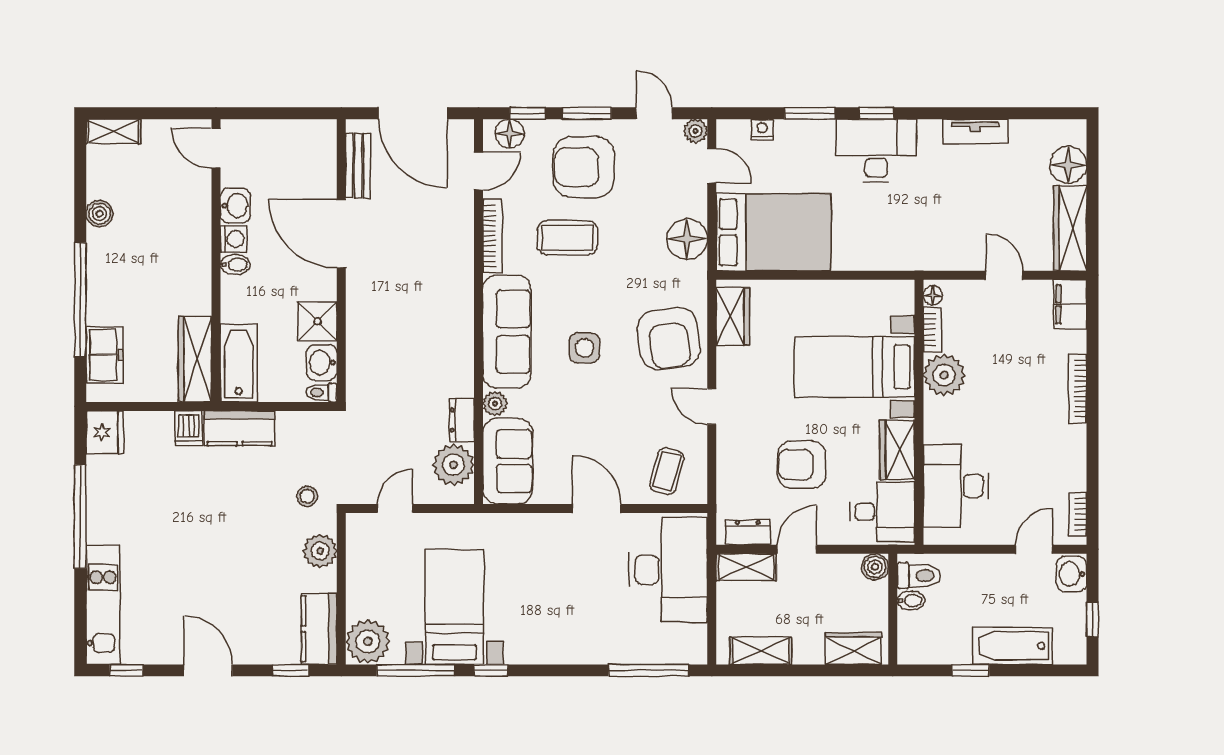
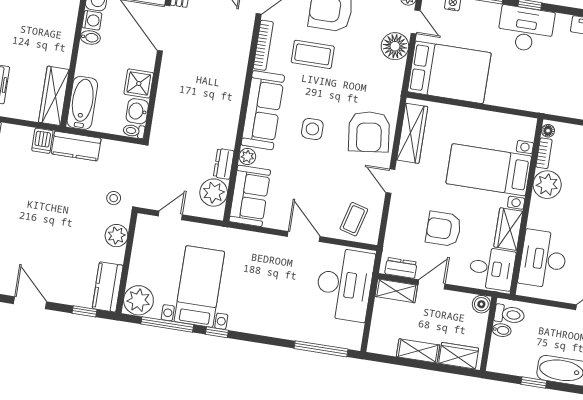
floor lamp: (687, 239) -> (395, 46), moved
wardrobe: (733, 316) -> (412, 133), width x1.50
shelving: (761, 651) -> (418, 351), moved

